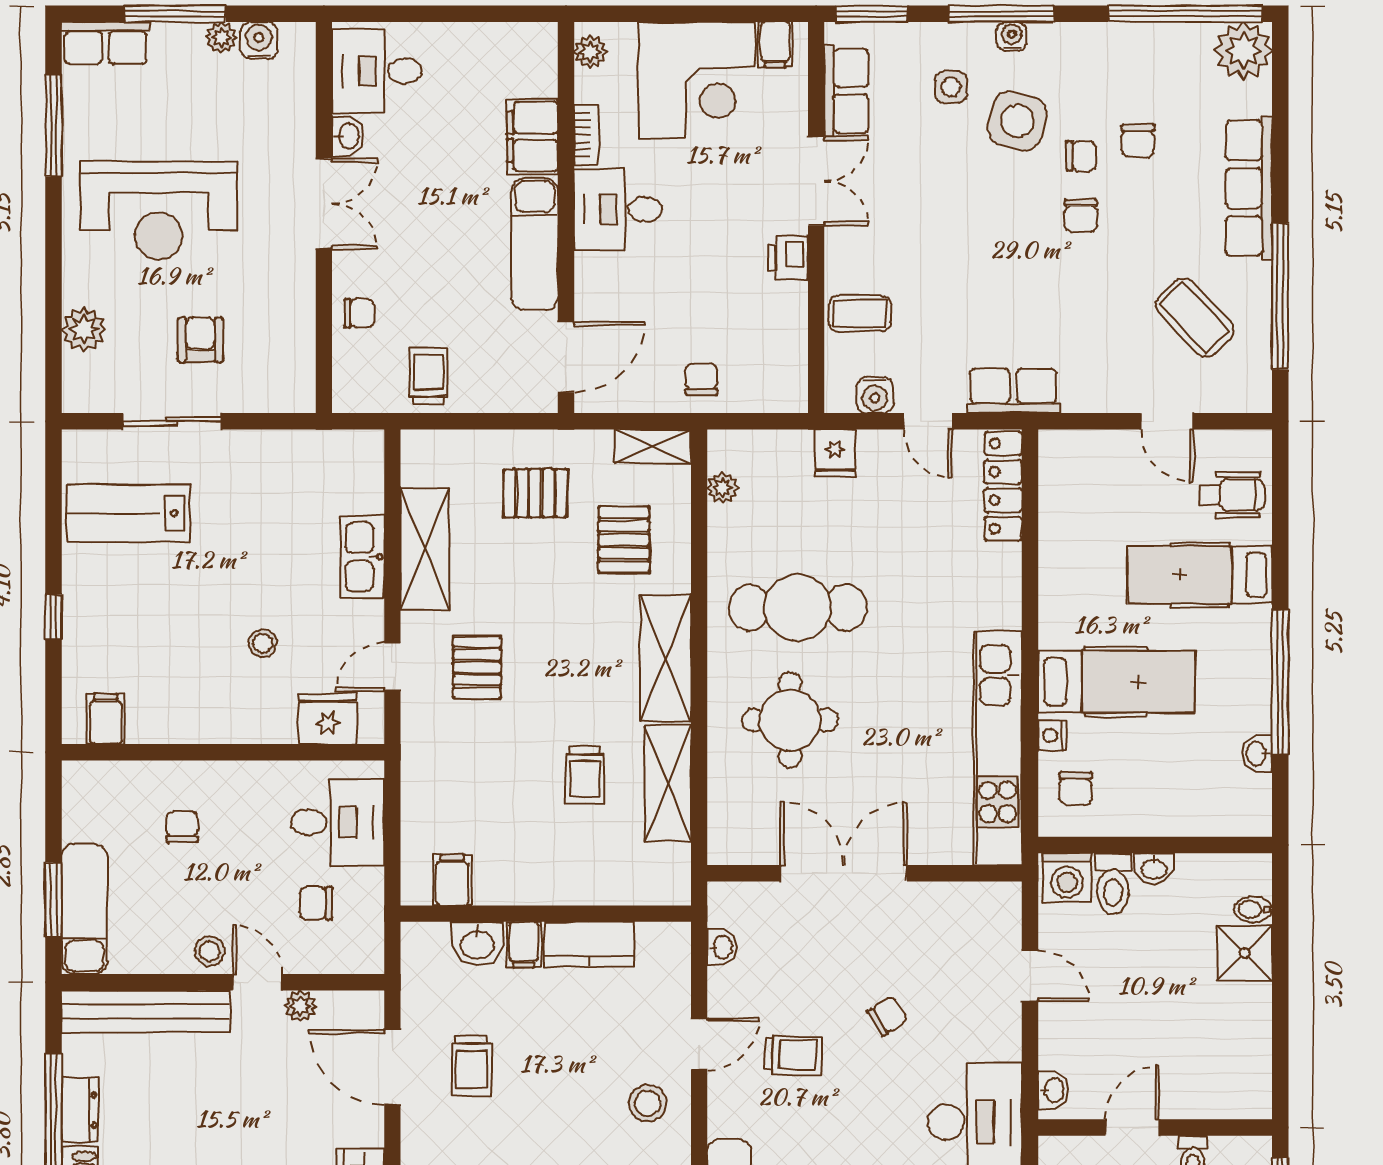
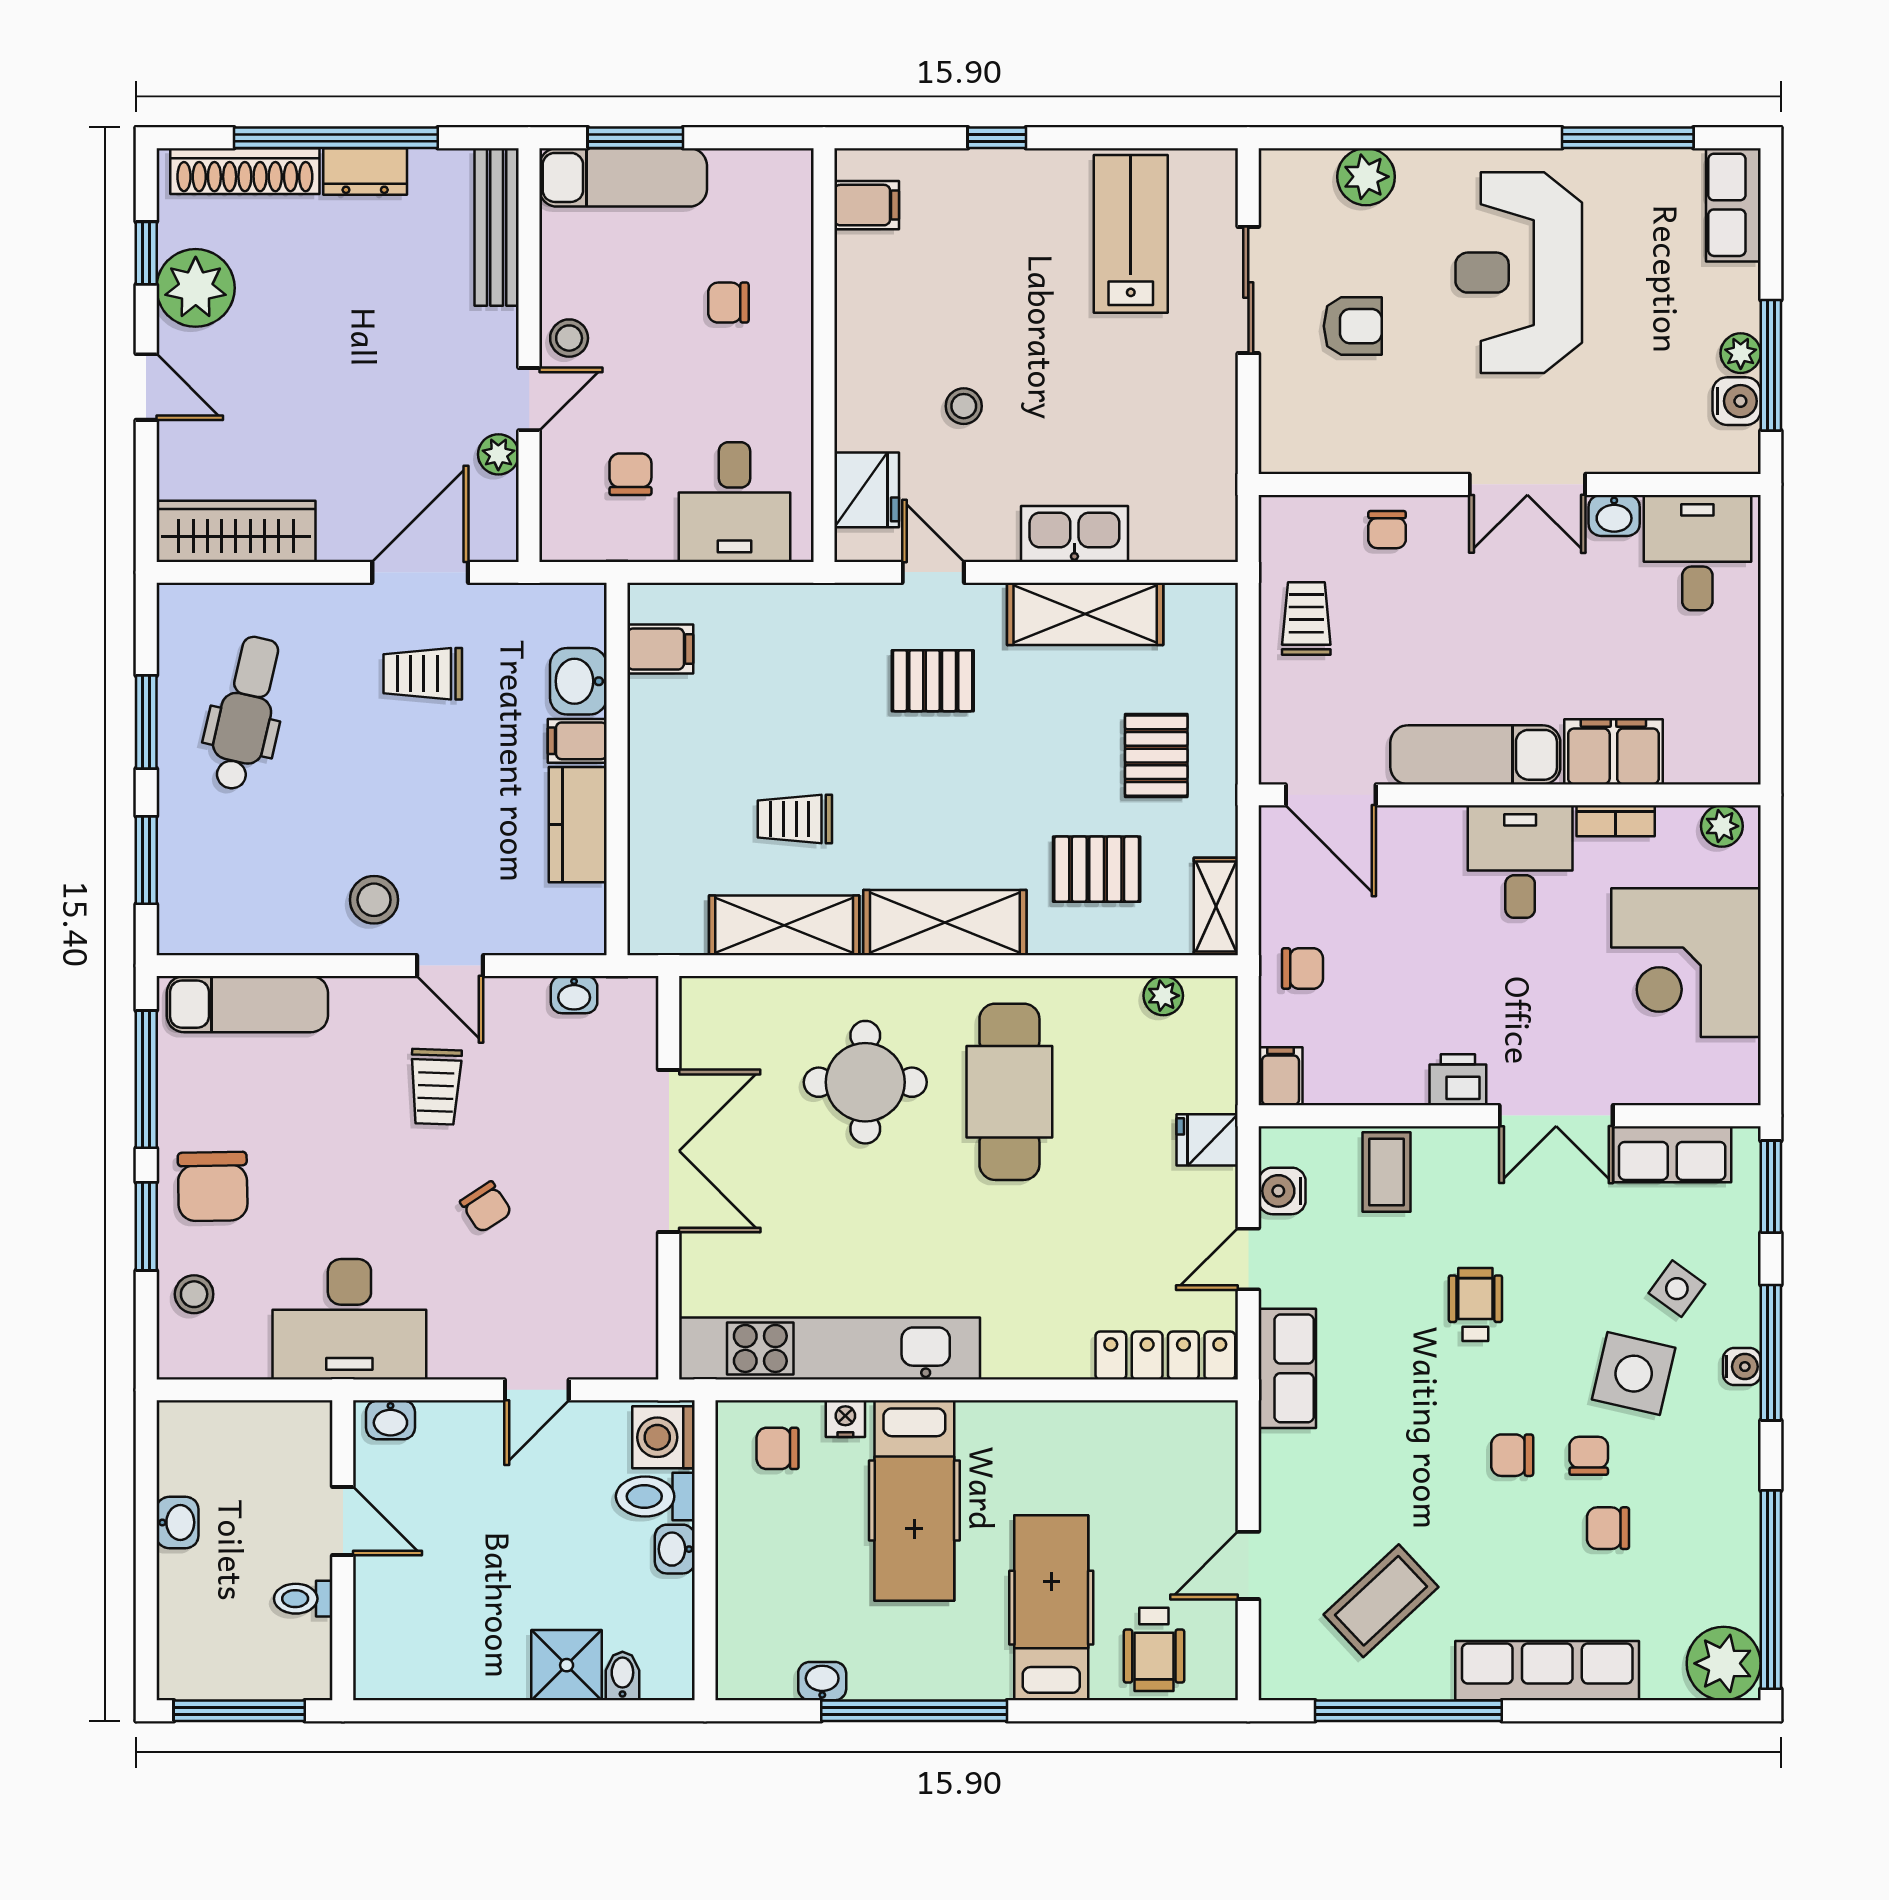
window: (175, 14) -> (1771, 365), moved
filing cabinet: (775, 45) -> (1280, 1076), moved, turned 90
side table: (951, 87) -> (1677, 1289), turned 36
chair: (1081, 156) -> (1589, 1456), turned 180
wheelchair: (963, 244) -> (1475, 1305), added
trolley: (428, 376) -> (1306, 619), turned -90
chair: (182, 827) -> (728, 303), turned 180
bench: (146, 1011) -> (497, 227), width x0.73, depth x0.82

